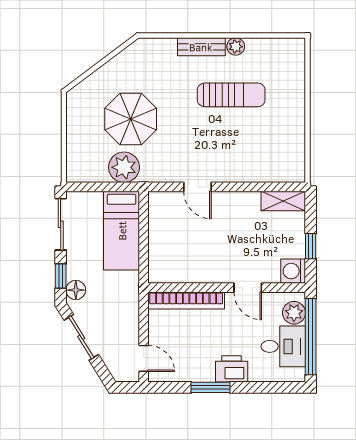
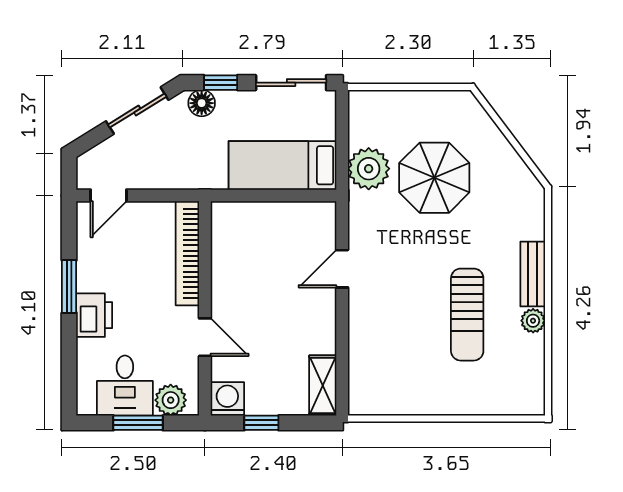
door: (248, 288) -> (205, 337), swing flipped
window: (311, 337) -> (138, 423), width x0.47

